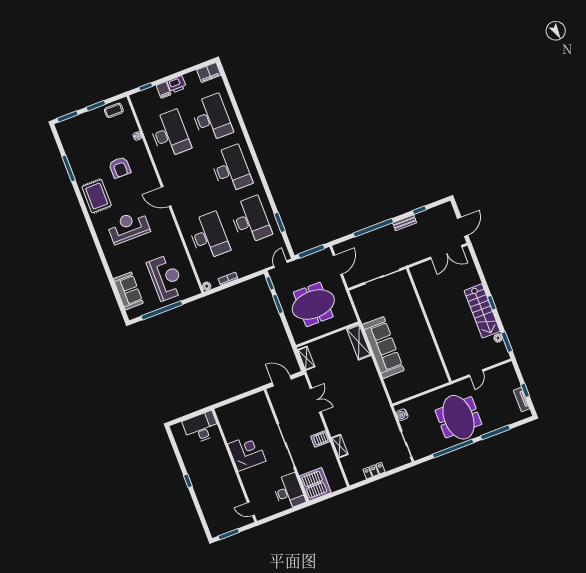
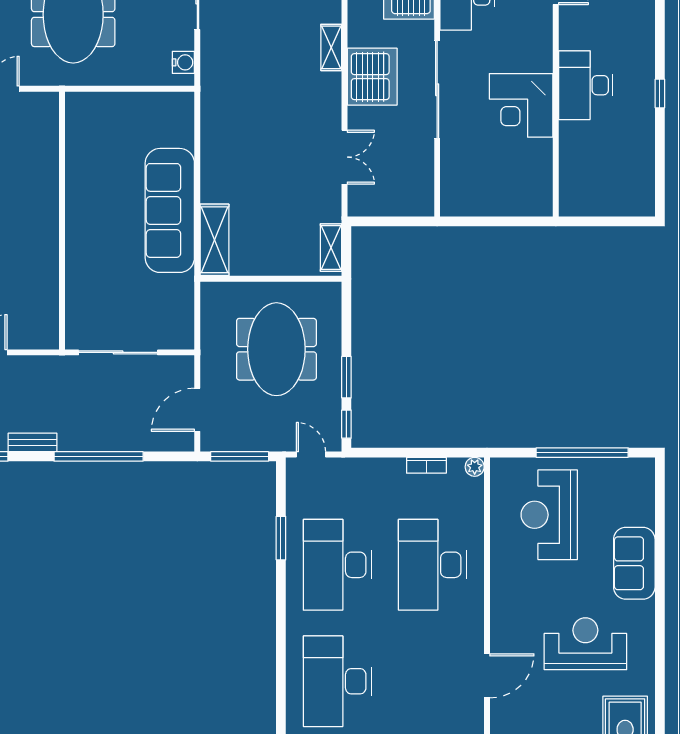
door: (166, 196) -> (487, 676), hinge flipped
reception desk: (128, 227) -> (585, 644), turned 180
door: (280, 264) -> (311, 454), swing flipped
sofa: (128, 291) -> (634, 563), moved
meeting table: (313, 304) -> (276, 349), turned 90
door: (282, 381) -> (397, 221), removed
double door: (316, 400) -> (345, 157), swing flipped
desk: (201, 428) -> (586, 85), moved, turned 90
server rack: (320, 439) -> (372, 77), width x2.18, depth x1.44

